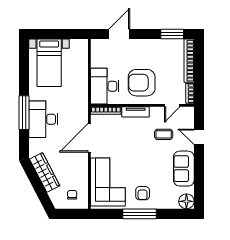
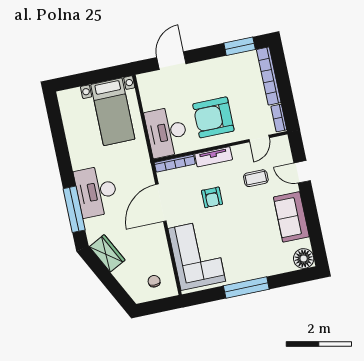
bed with nightstands: (49, 63) -> (113, 112), moved
window: (24, 113) -> (74, 209), moved
wardrobe: (45, 172) -> (107, 253), width x0.67
armchair: (143, 193) -> (212, 197), moved

